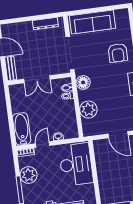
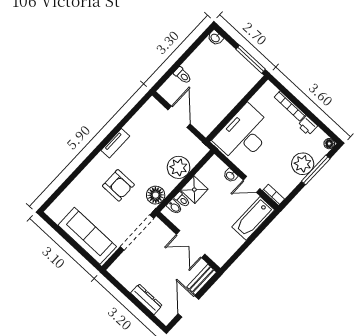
dresser: (45, 24) -> (146, 299), moved
armchair: (118, 53) -> (118, 185), moved, turned 90
double door: (37, 79) -> (191, 244), swing flipped
shower: (67, 108) -> (194, 190), added
plant: (29, 175) -> (303, 164), moved

